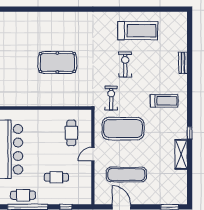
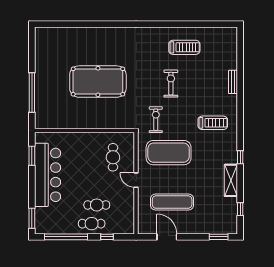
treadmill: (138, 31) -> (184, 47), width x0.73, depth x0.73
pool table: (57, 63) -> (98, 82), width x1.36, depth x1.32
door: (93, 154) -> (136, 180), hinge flipped
window: (190, 181) -> (240, 209), added
cafe table: (23, 195) -> (92, 224), moved

